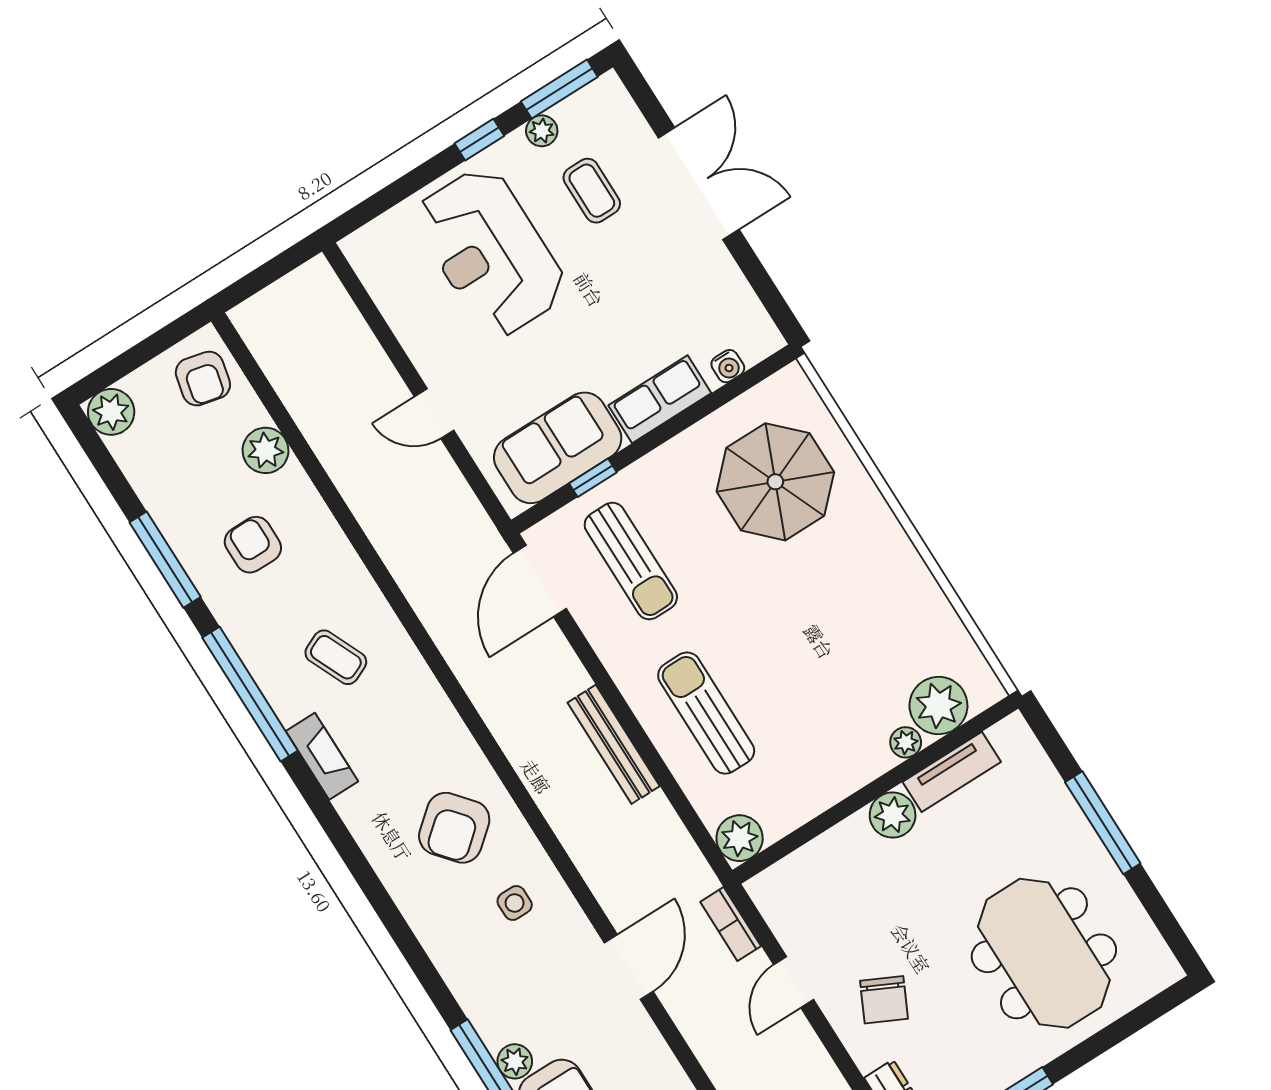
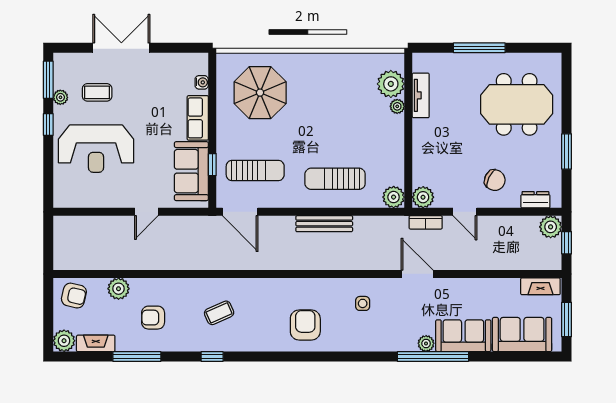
window: (250, 694) -> (212, 356), width x0.32
fireplace: (322, 756) -> (96, 343), moved
plant: (893, 815) -> (423, 197), moved
armchair: (454, 828) -> (305, 325), moved, turned -140

